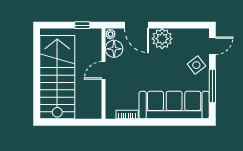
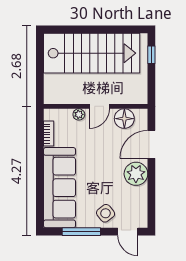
window: (82, 25) -> (151, 55), moved
plant: (110, 34) -> (79, 114), moved
door: (103, 70) -> (99, 106), swing flipped

